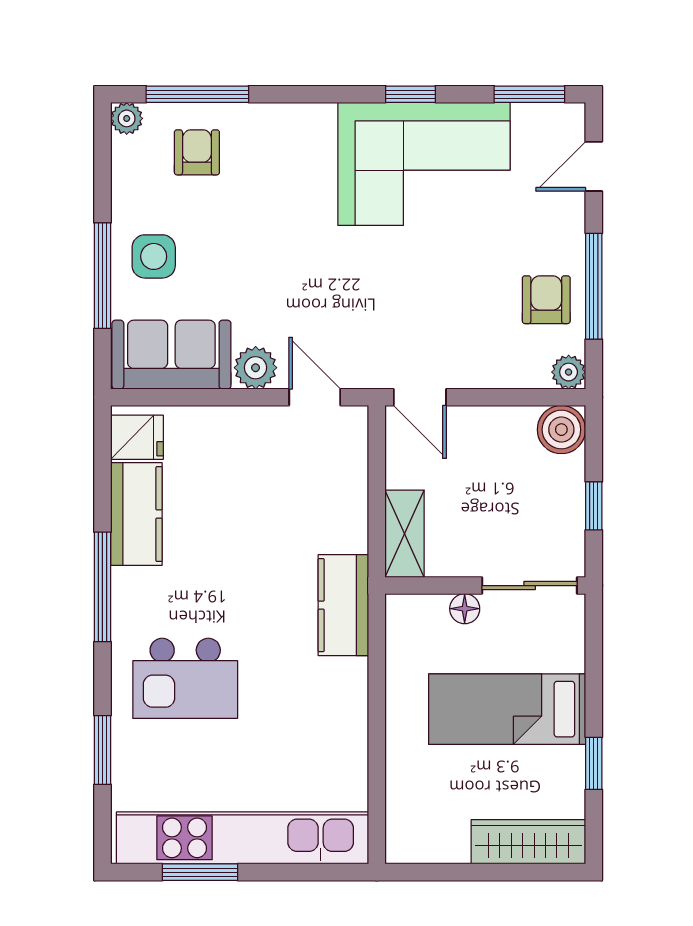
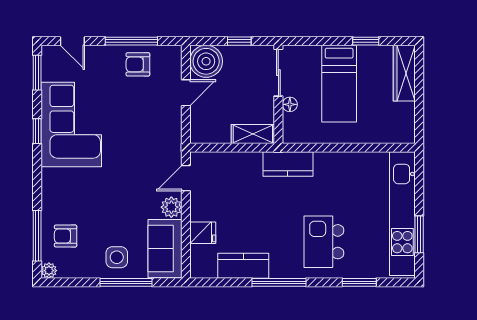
plant: (569, 372) -> (173, 53), removed
door: (420, 397) -> (186, 93), moved
boiler: (561, 430) -> (206, 61), width x1.37, depth x1.37
fridge: (137, 437) -> (203, 233), moved, turned 90
kitchen island: (185, 678) -> (324, 242), turned 180

